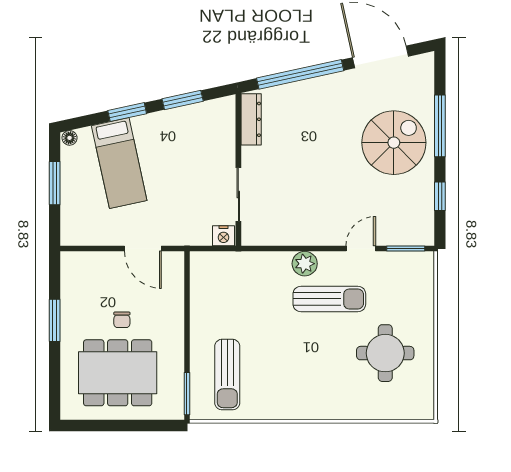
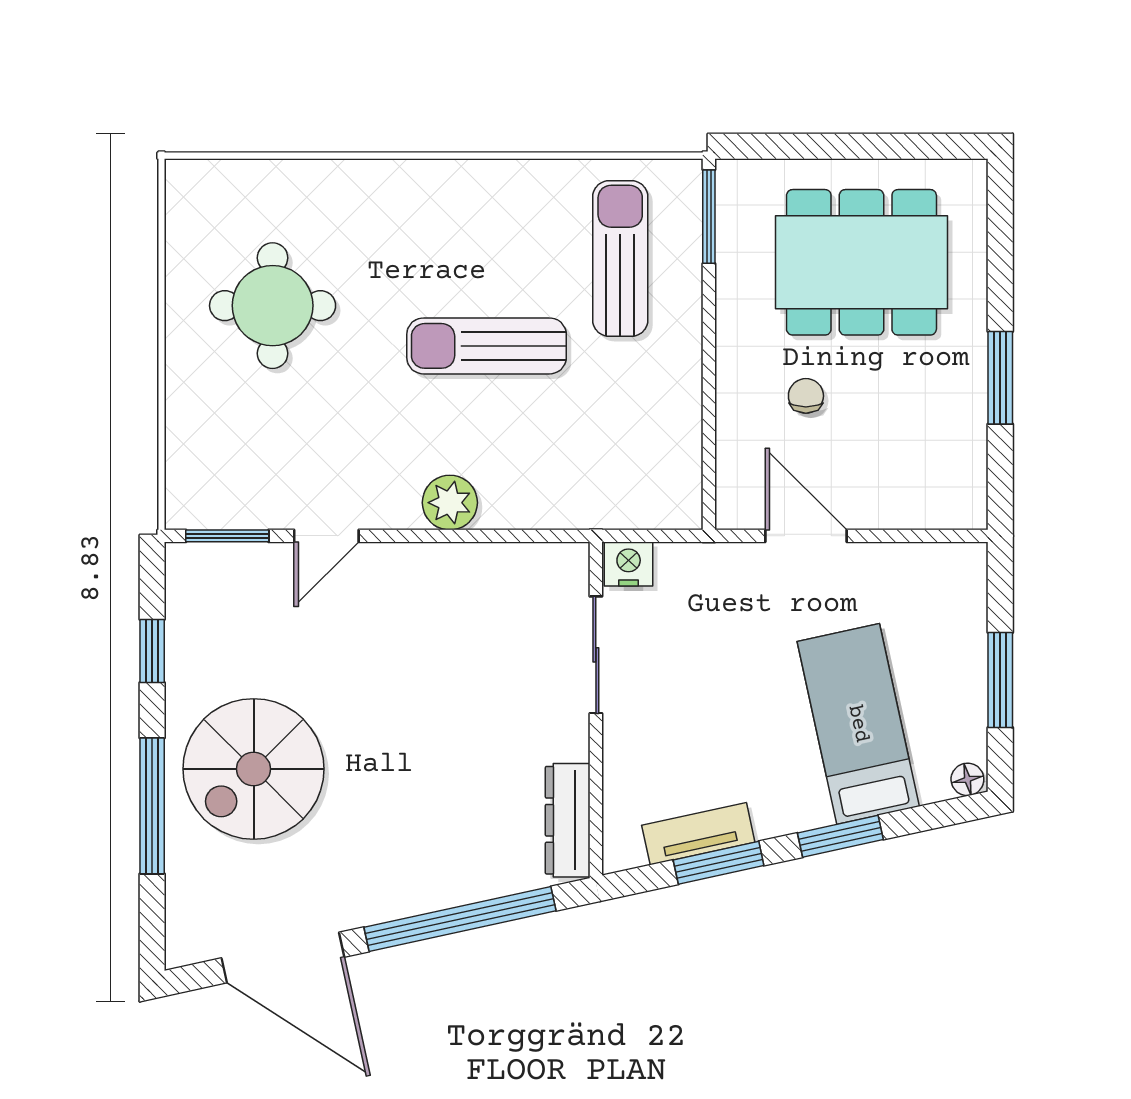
tv unit: (192, 113) -> (698, 834), added
sun lounger: (329, 299) -> (487, 346), moved
chair: (122, 320) -> (806, 396), moved

